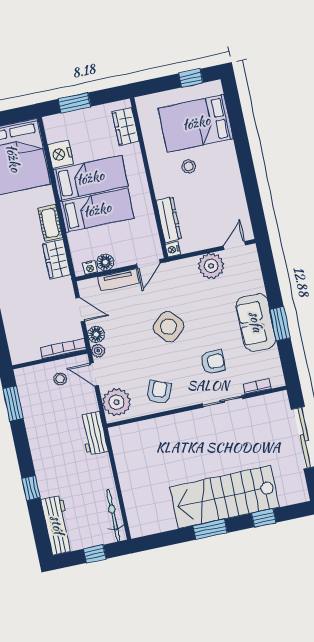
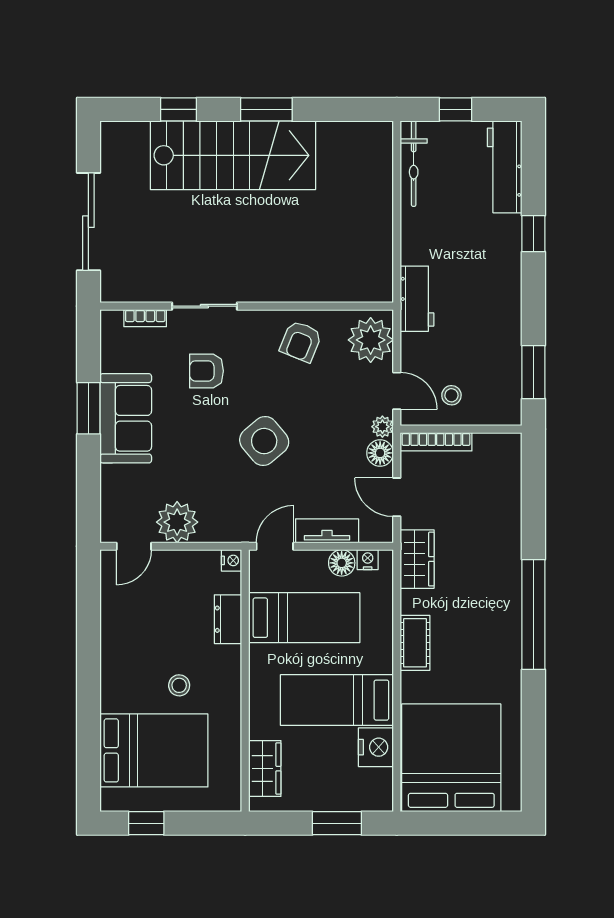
bed: (97, 210) -> (304, 618), moved, turned 180
dresser: (169, 220) -> (228, 619), width x0.70
wardrobe: (57, 259) -> (417, 559), moved

